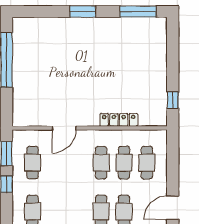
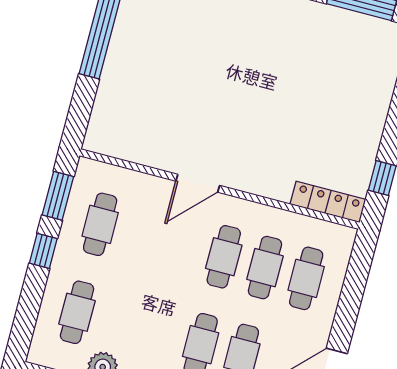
locker: (119, 120) -> (328, 202), moved
door: (64, 128) -> (198, 183), moved

